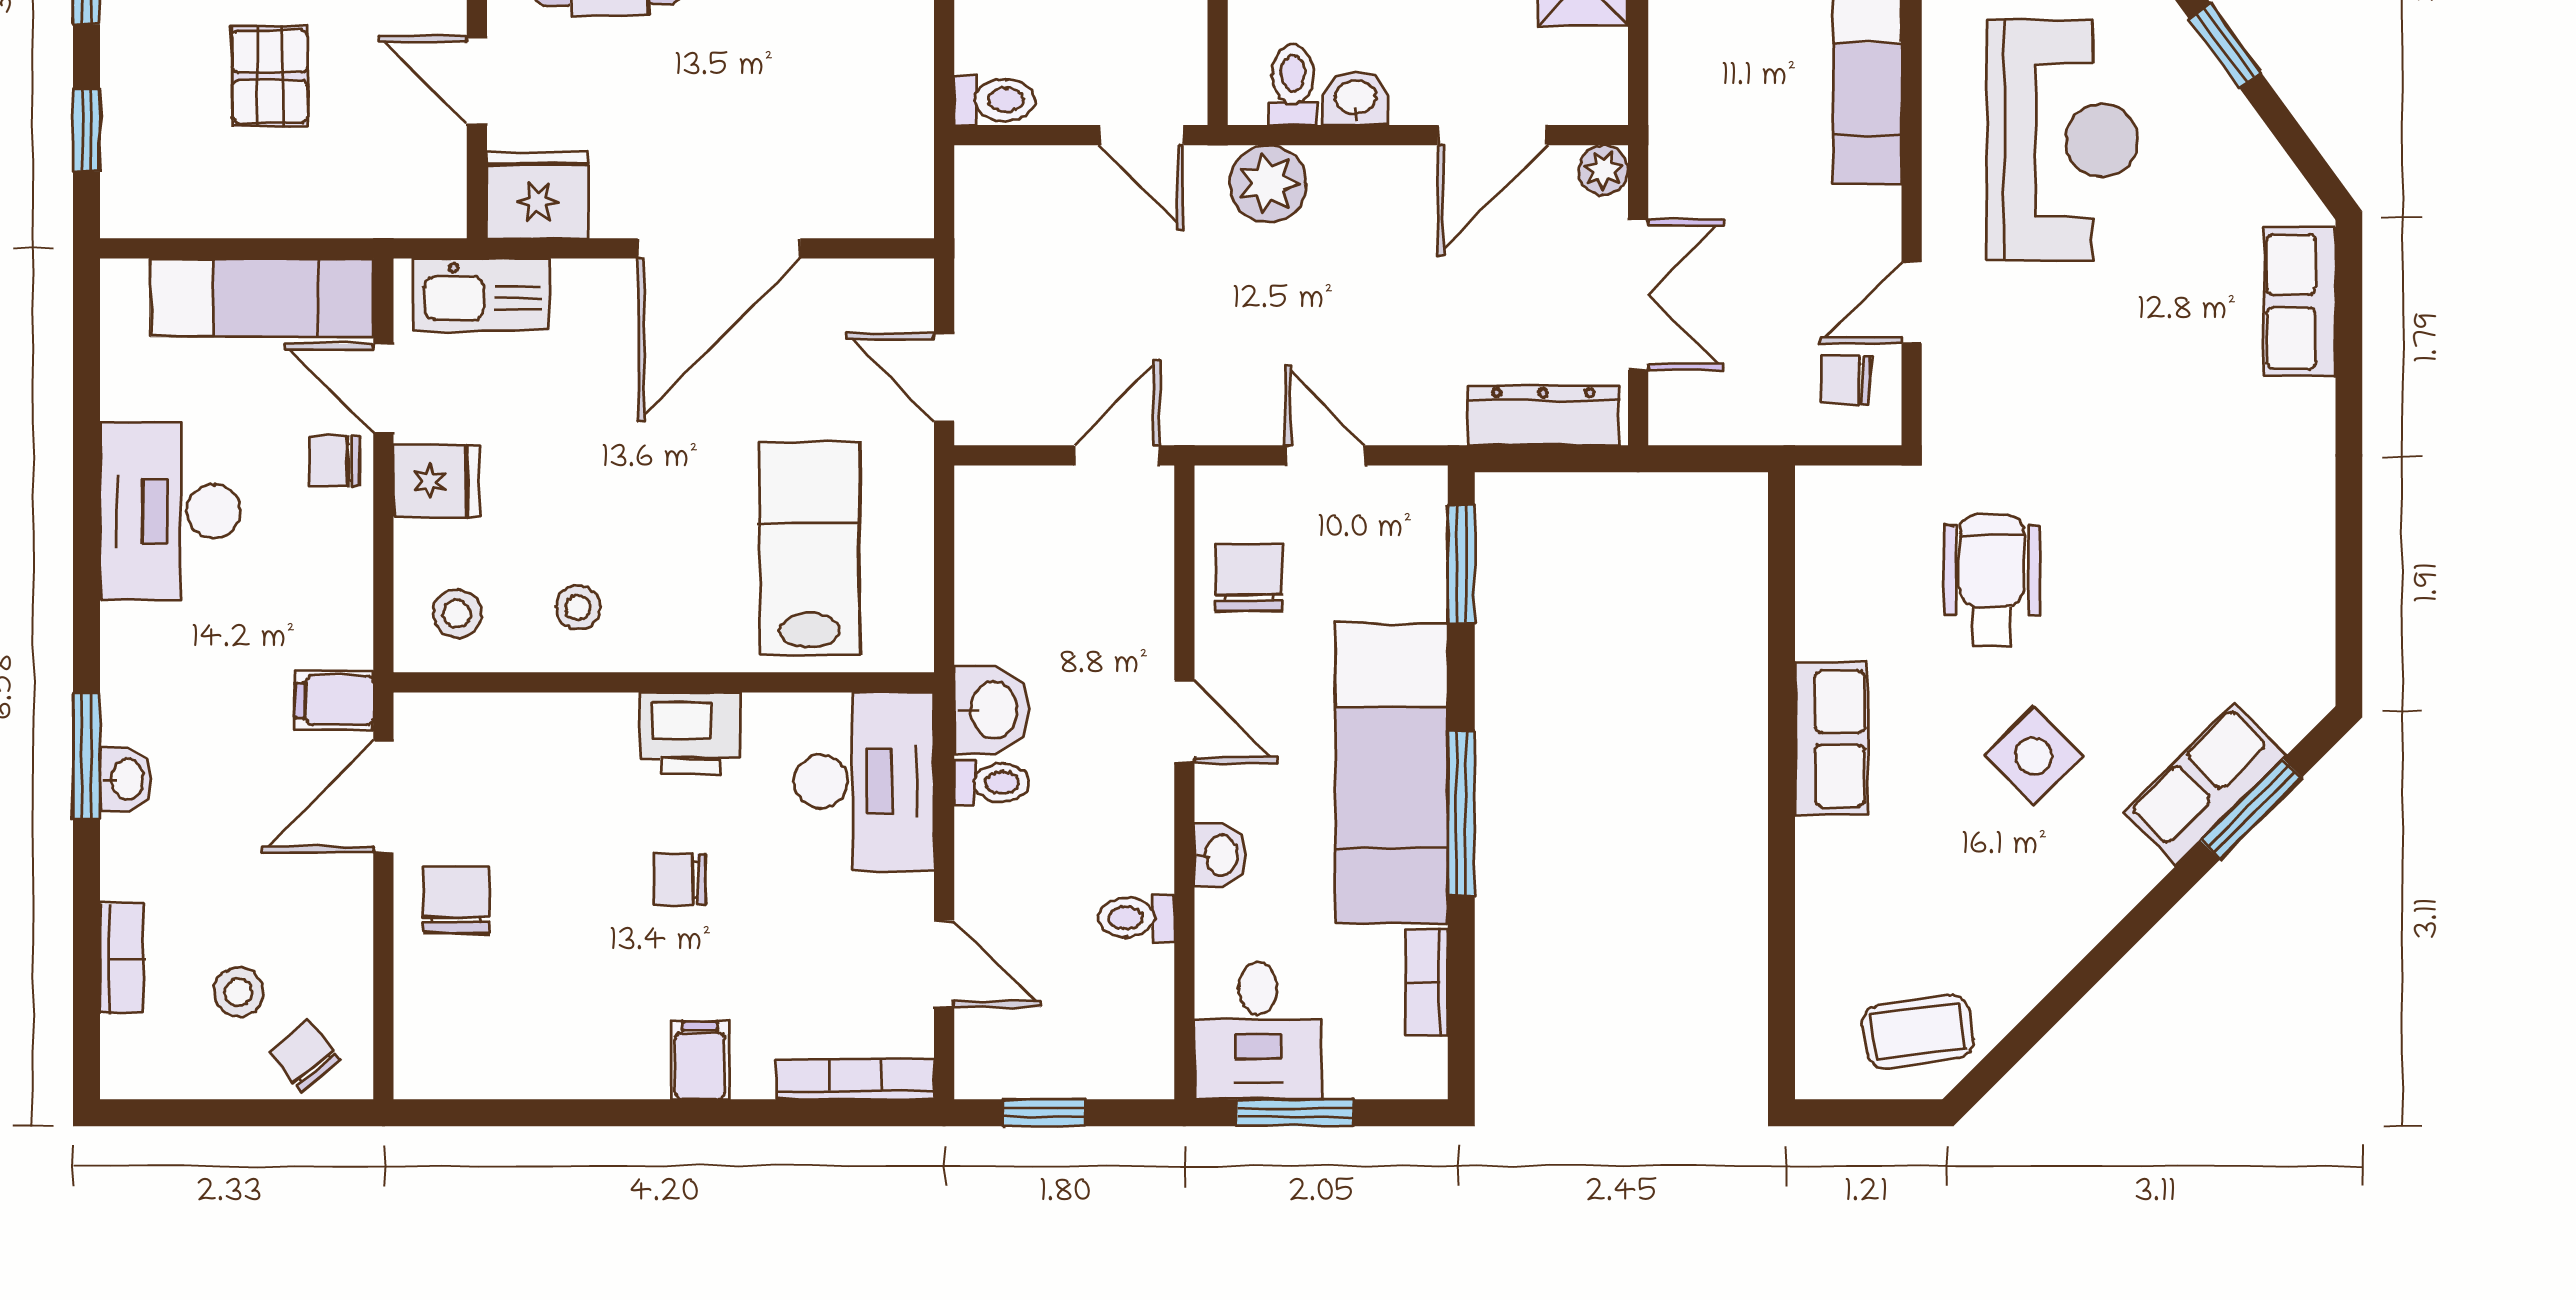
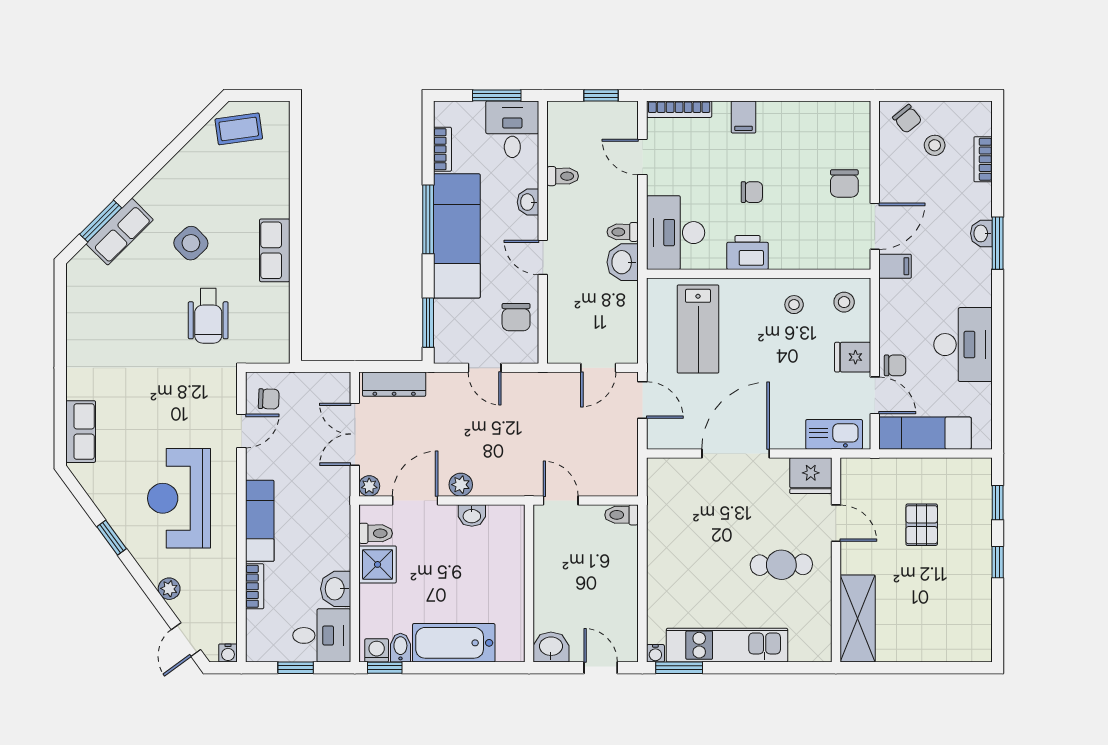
toilet: (1293, 85) -> (376, 533), moved, turned -90
plant: (1268, 184) -> (461, 485), moved, width x0.73, depth x0.73
door: (1116, 455) -> (598, 368), moved

